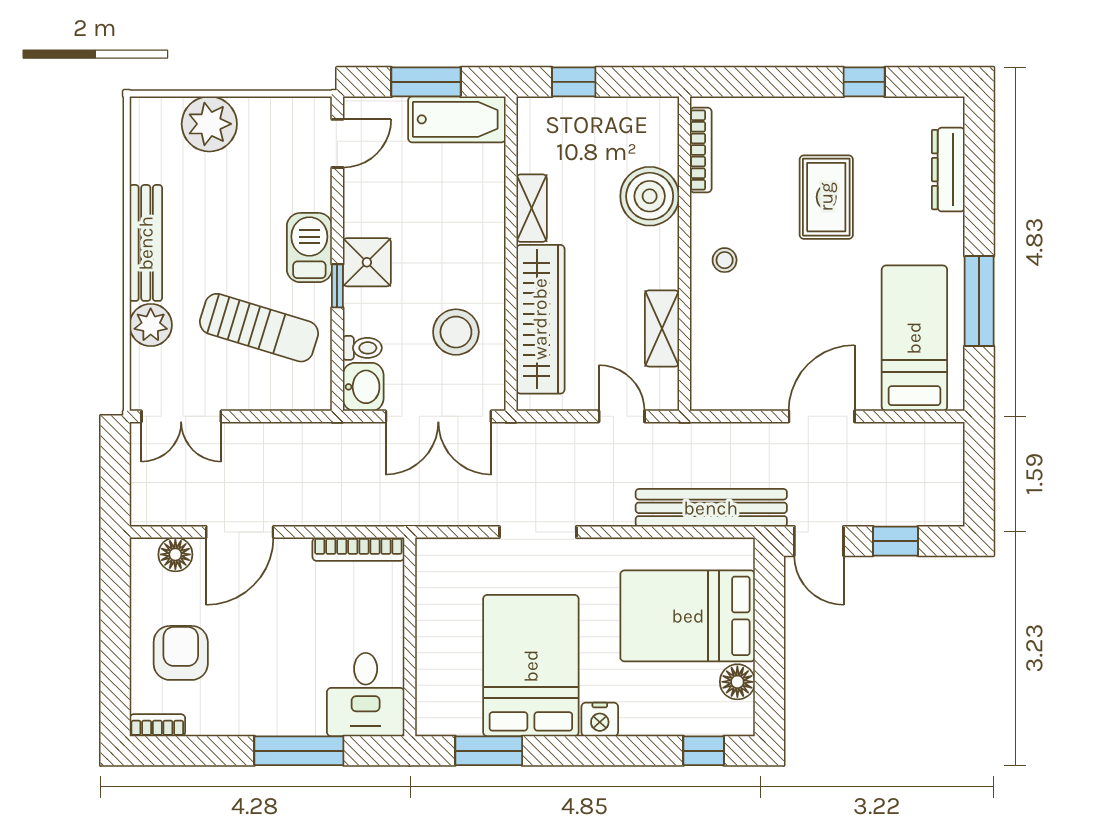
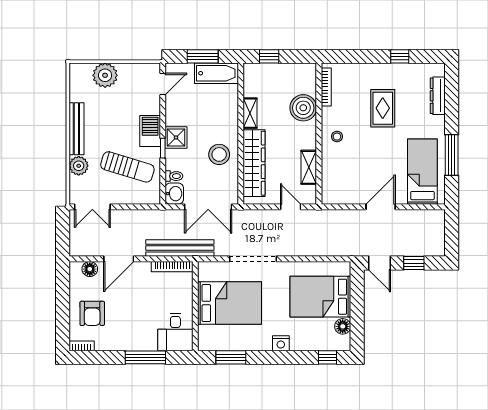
stool: (456, 332) -> (219, 154), moved
bench: (711, 508) -> (180, 248), moved
doorway: (538, 532) -> (253, 259), width x1.36
armchair: (181, 653) -> (92, 313), turned 180
bed: (531, 666) -> (230, 303), moved, turned 90

